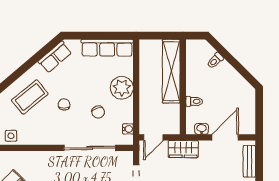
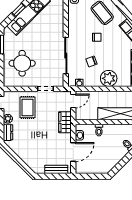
door: (153, 137) -> (73, 101), swing flipped
door: (225, 137) -> (73, 152), hinge flipped

